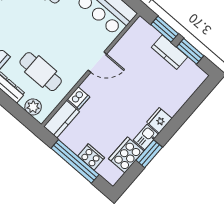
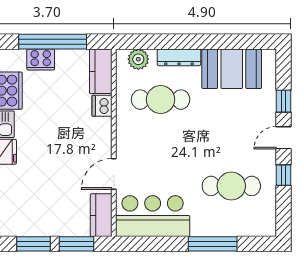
kitchen counter: (169, 52) -> (101, 215), moved, turned -90
door: (97, 62) -> (114, 174), moved

